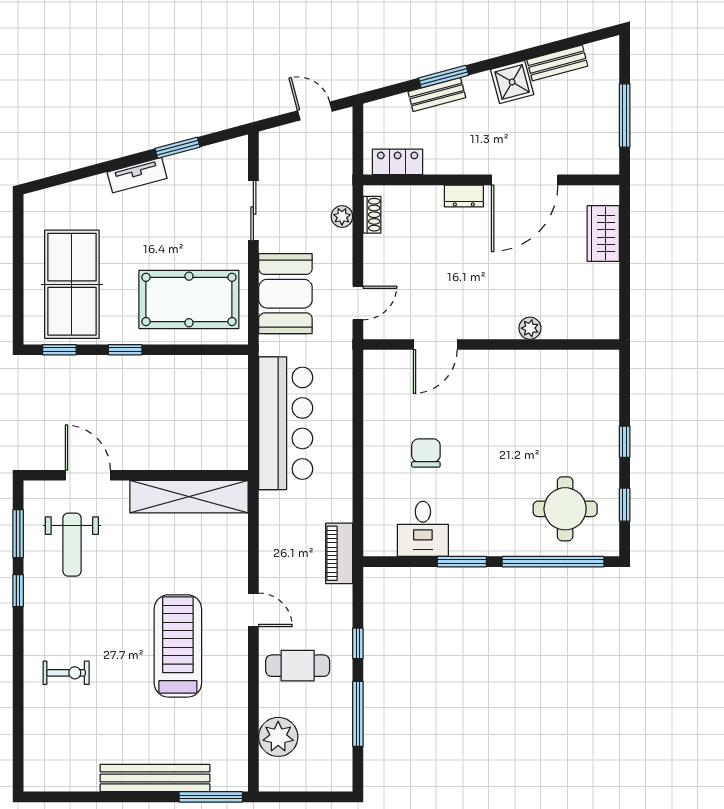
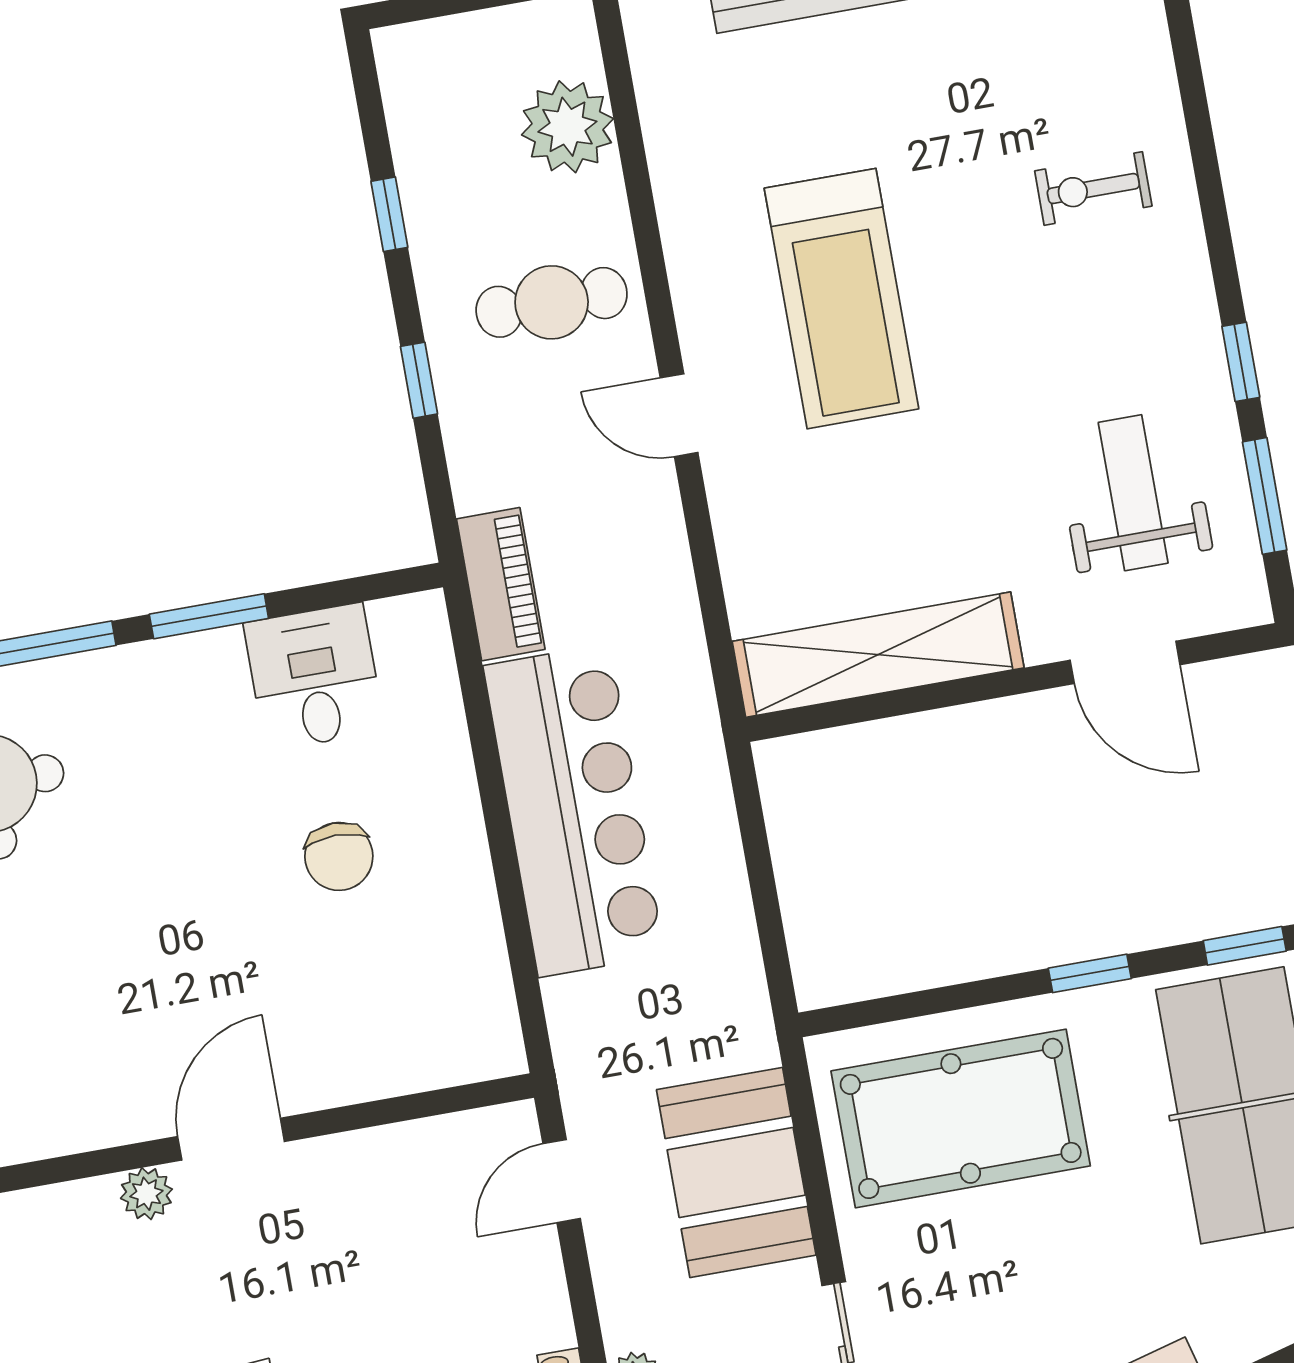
door: (435, 345) -> (231, 1139), moved
bar counter: (286, 423) -> (574, 810), moved, turned 180
window: (358, 714) -> (389, 214), width x0.46

